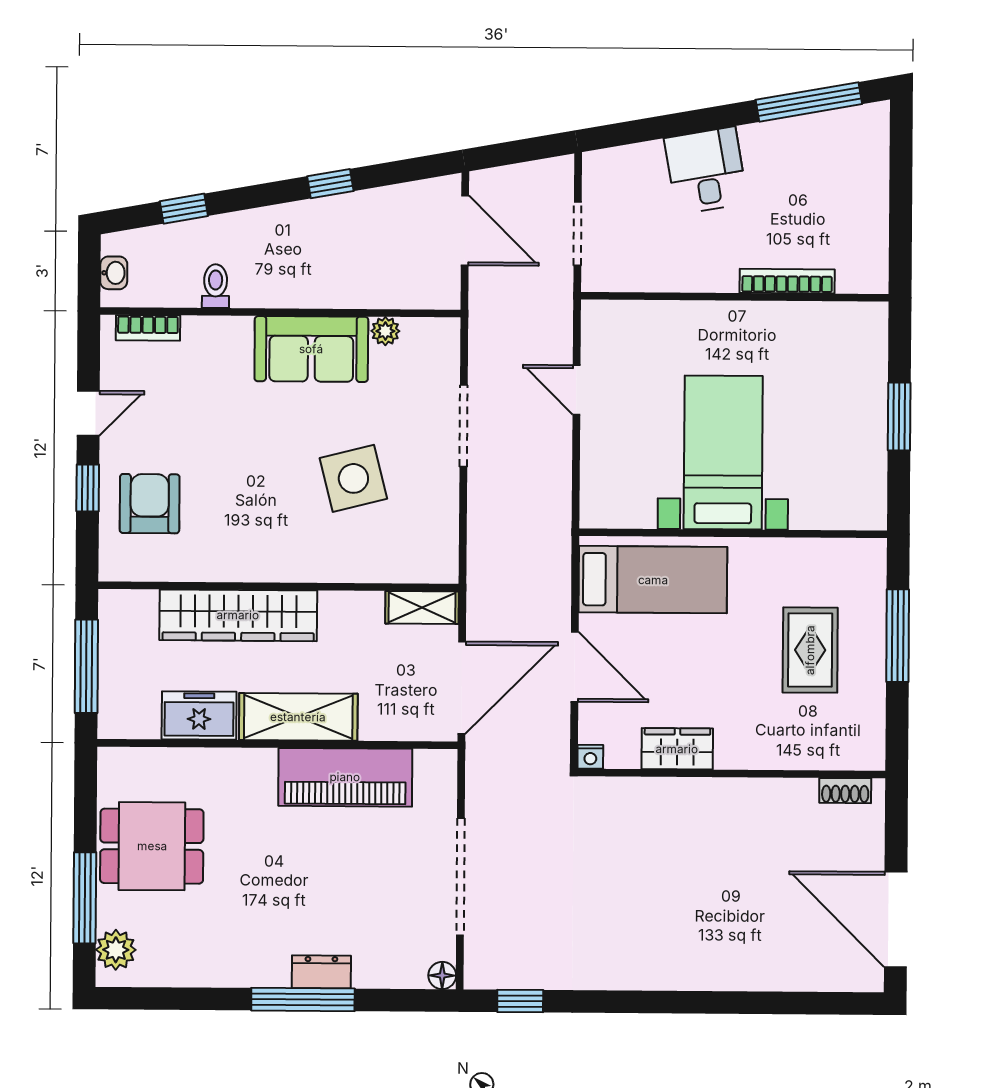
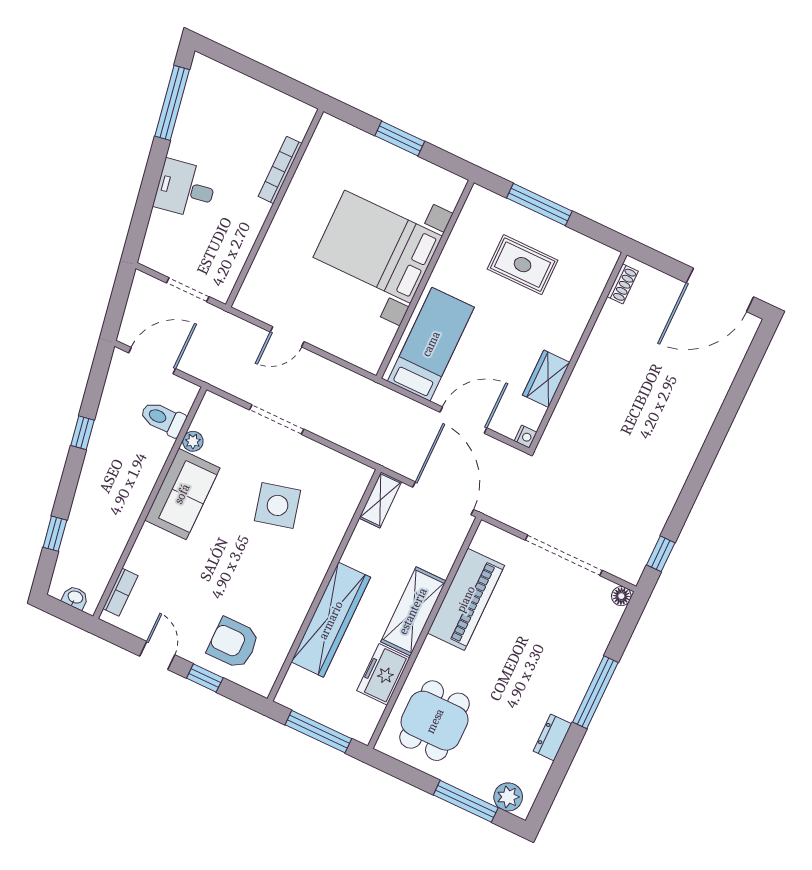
toilet: (216, 286) -> (163, 419), moved, width x1.37, depth x1.39
bed with nightstands: (723, 453) -> (378, 247), width x1.36
dining table: (152, 846) -> (435, 721), moved
dresser: (321, 972) -> (552, 737), moved

